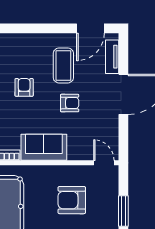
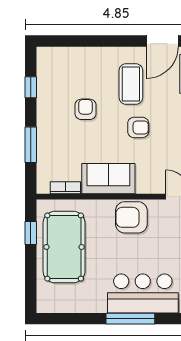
armchair: (72, 200) -> (131, 217), moved

